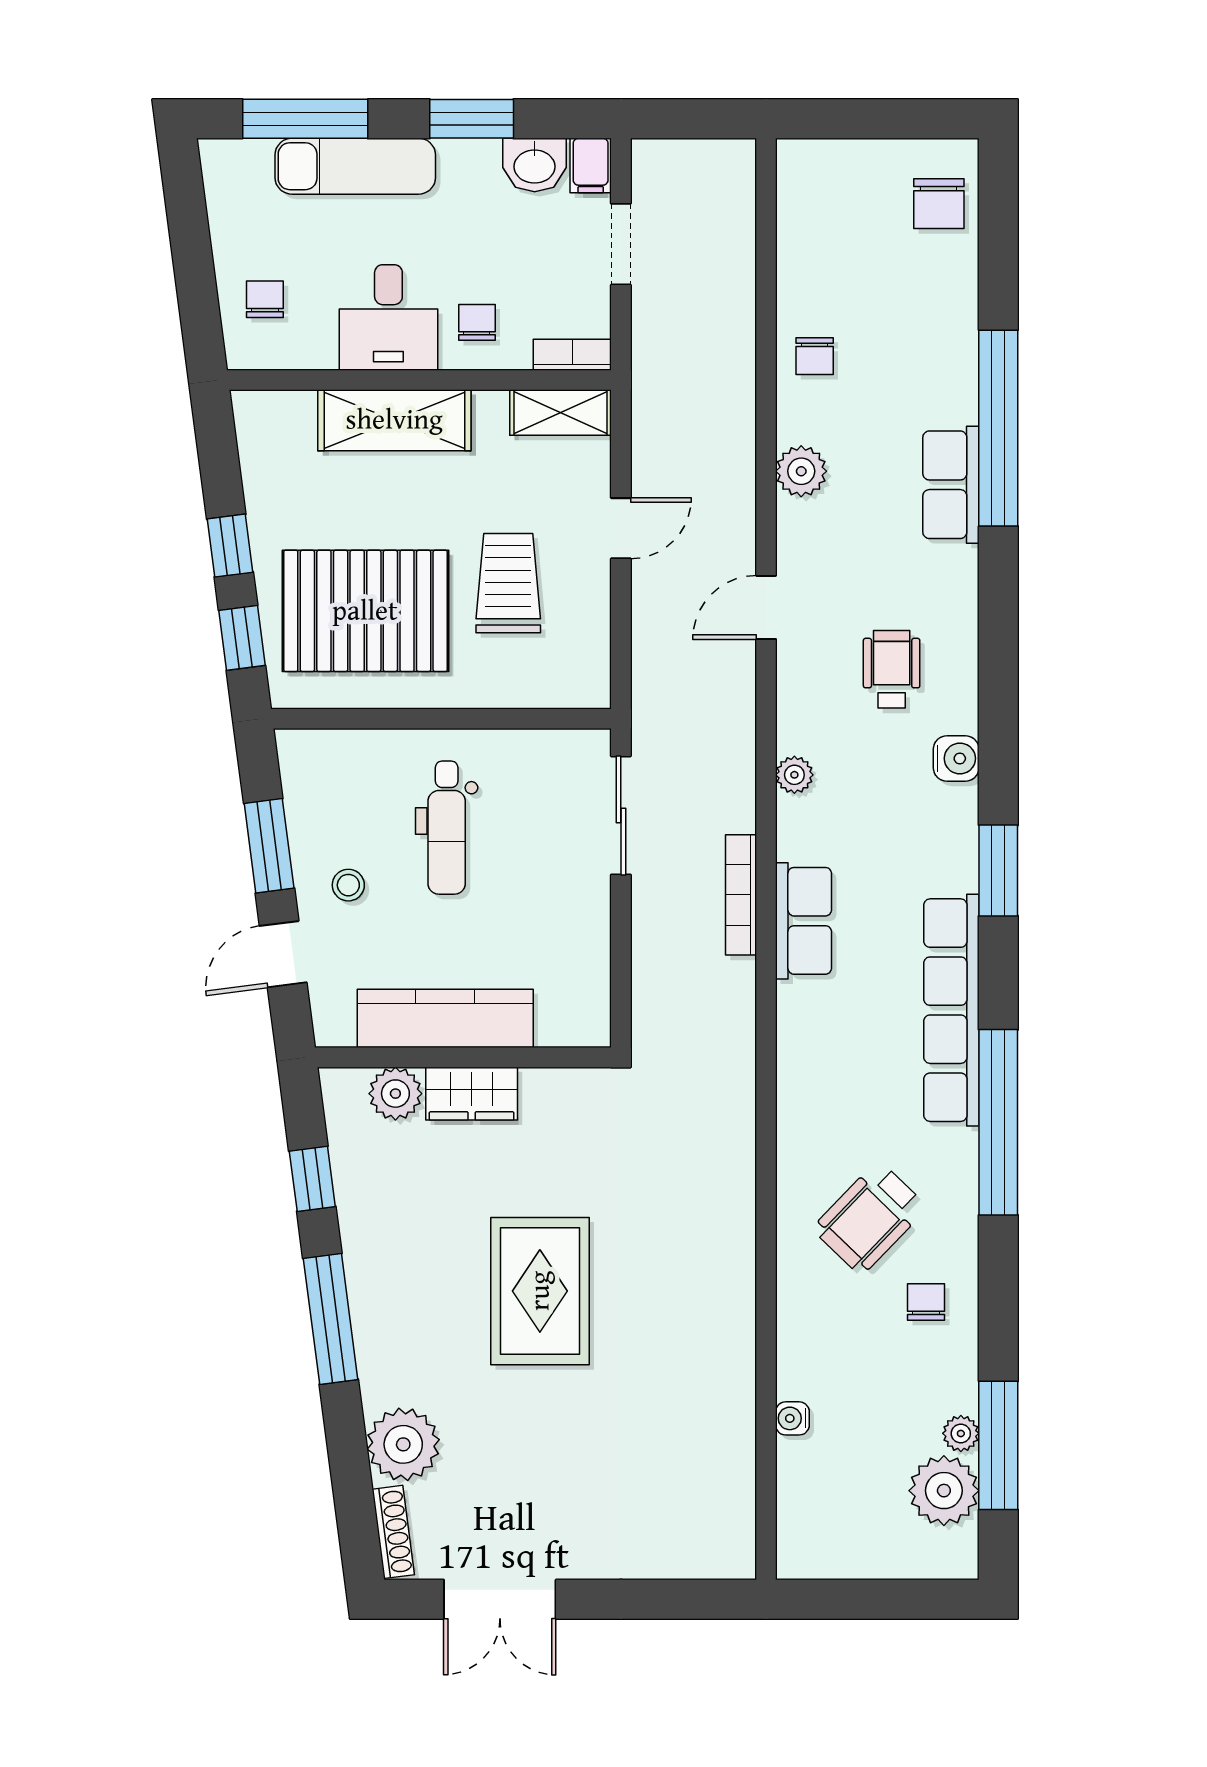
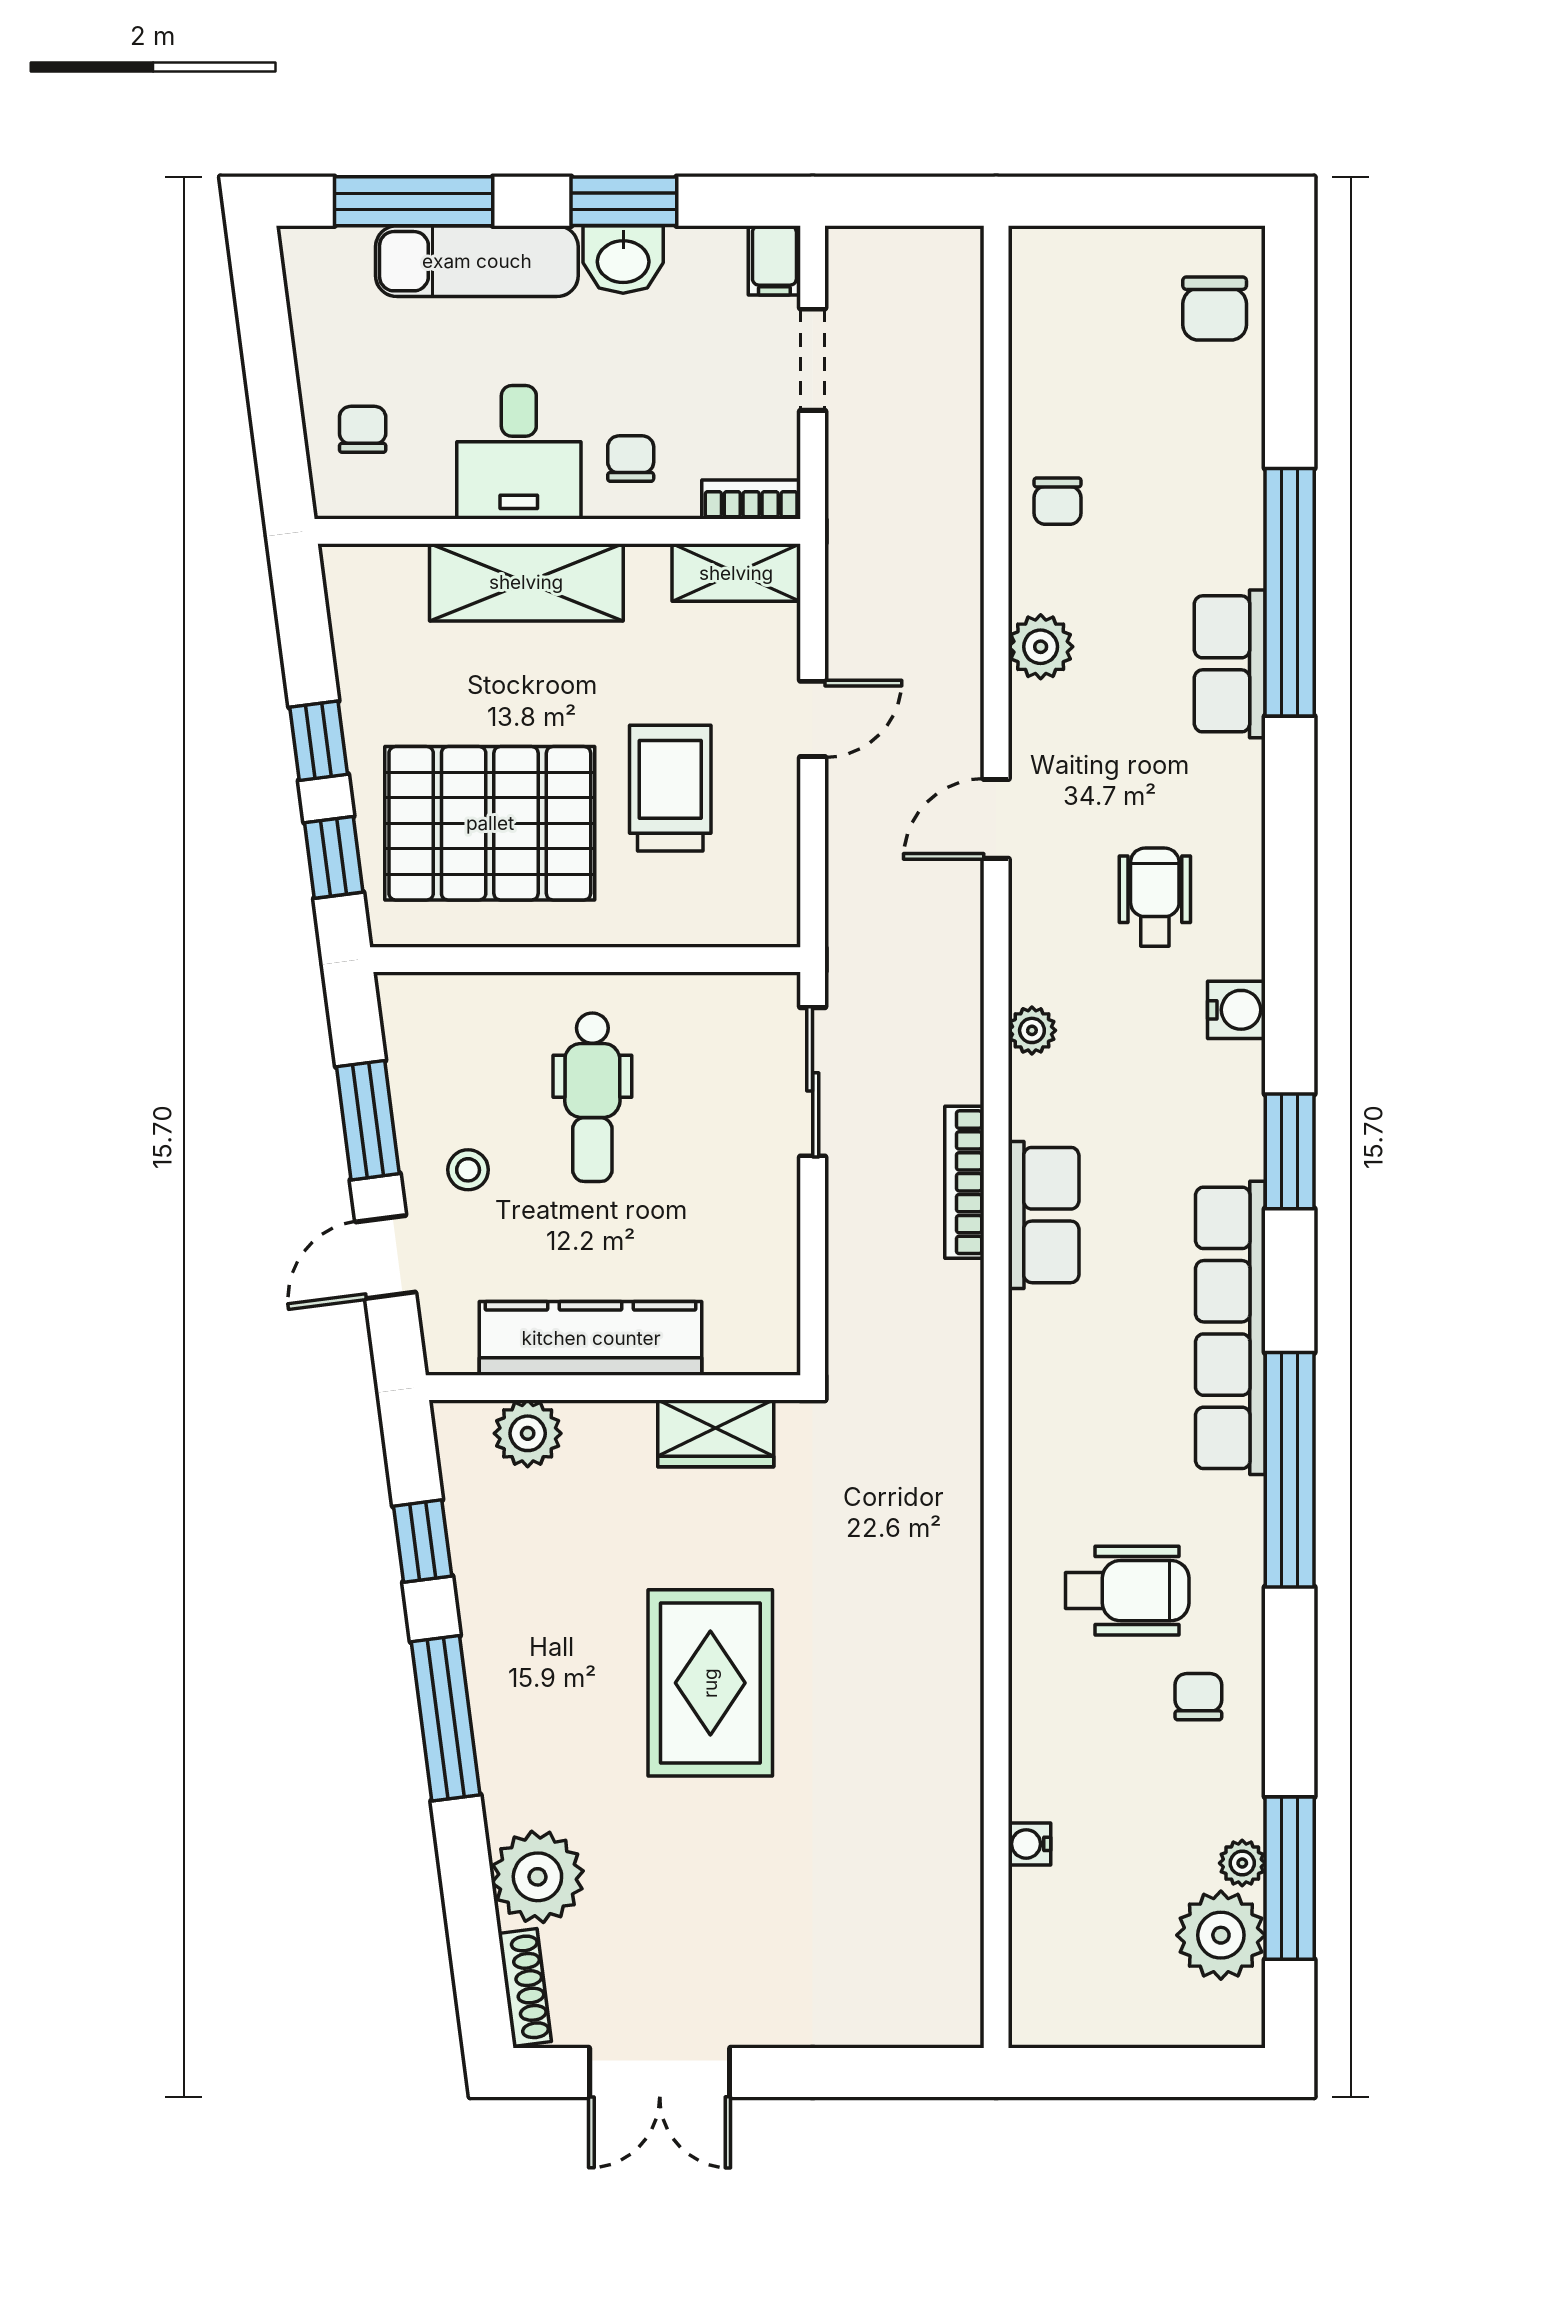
washbasin: (535, 165) -> (623, 260), moved
wardrobe: (472, 1094) -> (716, 1433), moved
wheelchair: (870, 1218) -> (1127, 1591), turned -134

